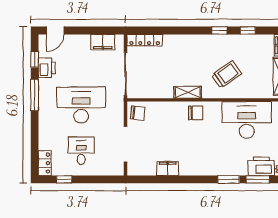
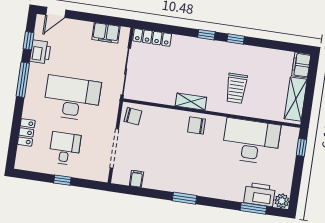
window: (248, 31) -> (206, 35), moved
trolley: (226, 74) -> (236, 88), turned 125
chair: (196, 113) -> (196, 125), turned 180
locker: (45, 163) -> (26, 132), moved
filing cabinet: (168, 168) -> (136, 179), moved, width x0.50
window: (64, 179) -> (62, 180), moved
window: (229, 179) -> (184, 198), moved

